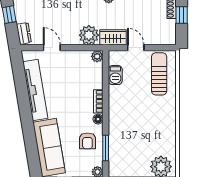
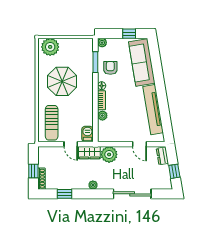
plant: (97, 56) -> (102, 116), moved
barbecue: (115, 75) -> (87, 134), moved
parasol: (146, 124) -> (62, 81), added

